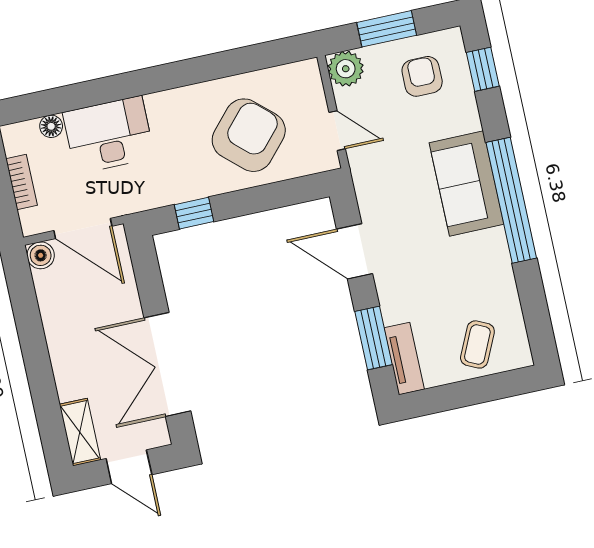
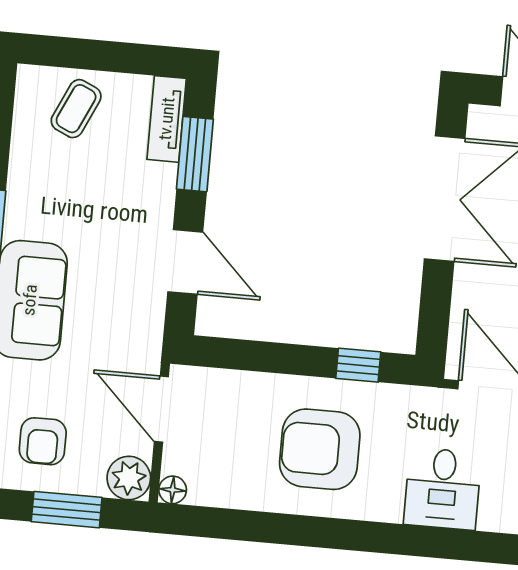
floor lamp: (51, 126) -> (173, 490), moved
door: (337, 131) -> (161, 409), width x1.38
desk: (109, 135) -> (443, 489), width x0.73
armchair: (249, 135) -> (320, 449), moved, turned 48

